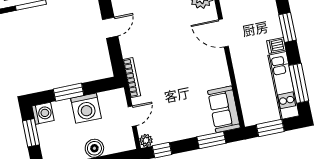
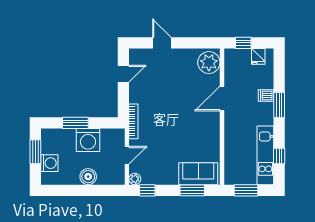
door: (223, 33) -> (222, 98), hinge flipped
dishwasher: (276, 45) -> (266, 95), moved
window: (299, 83) -> (279, 156), width x0.46
sofa: (224, 109) -> (198, 174), moved, turned 90
washing machine: (43, 113) -> (49, 163), moved

